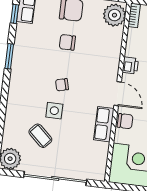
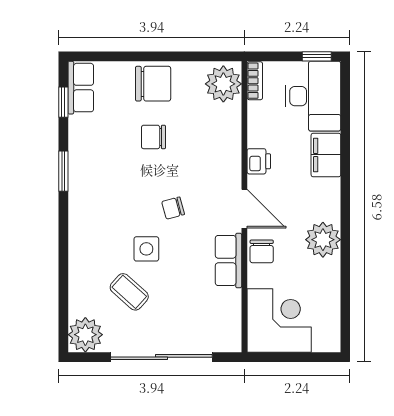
chair: (62, 85) -> (173, 208), moved
chair: (125, 121) -> (262, 251), turned 90

